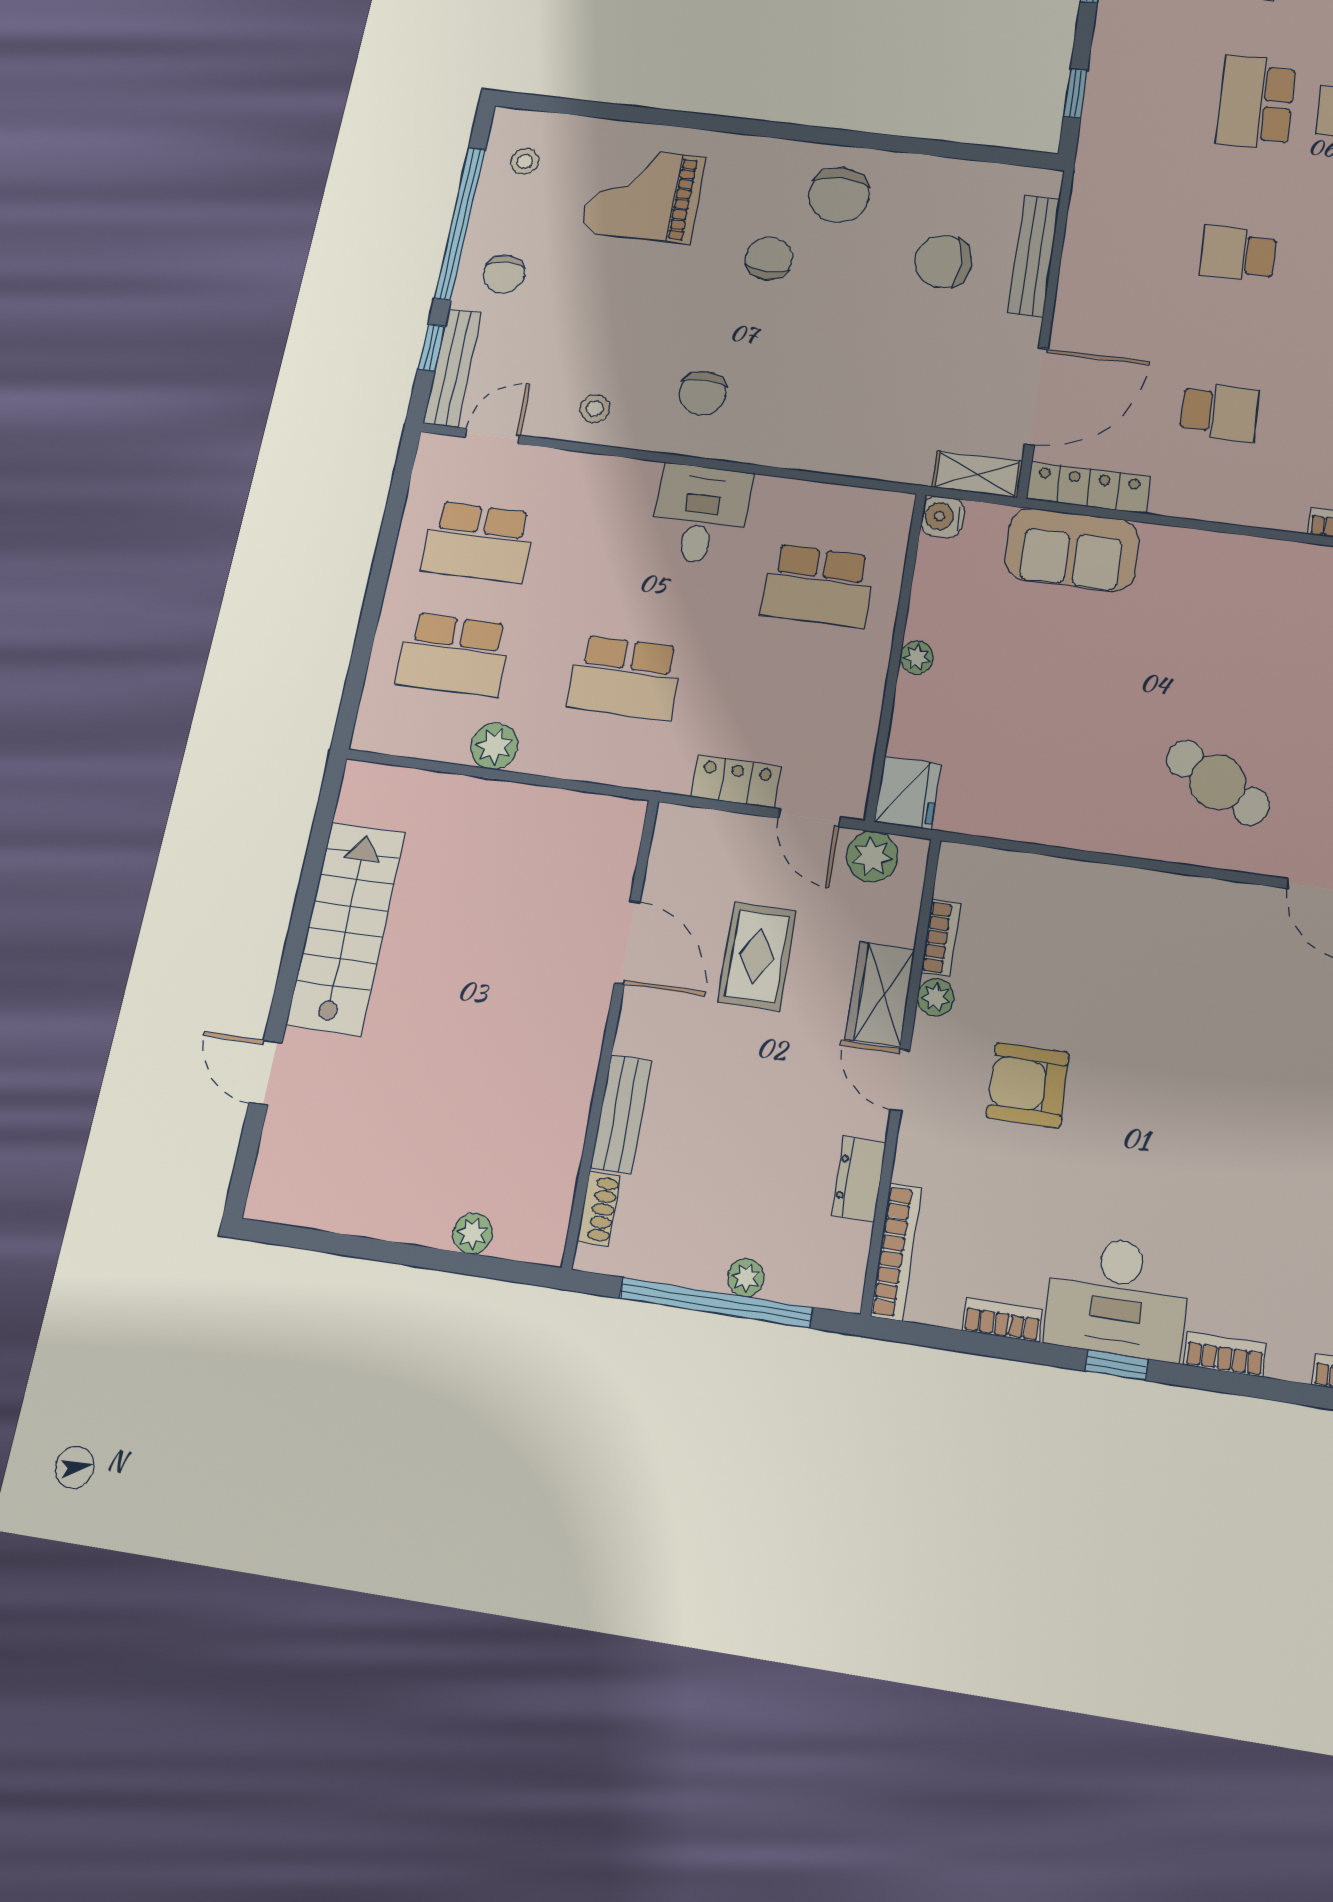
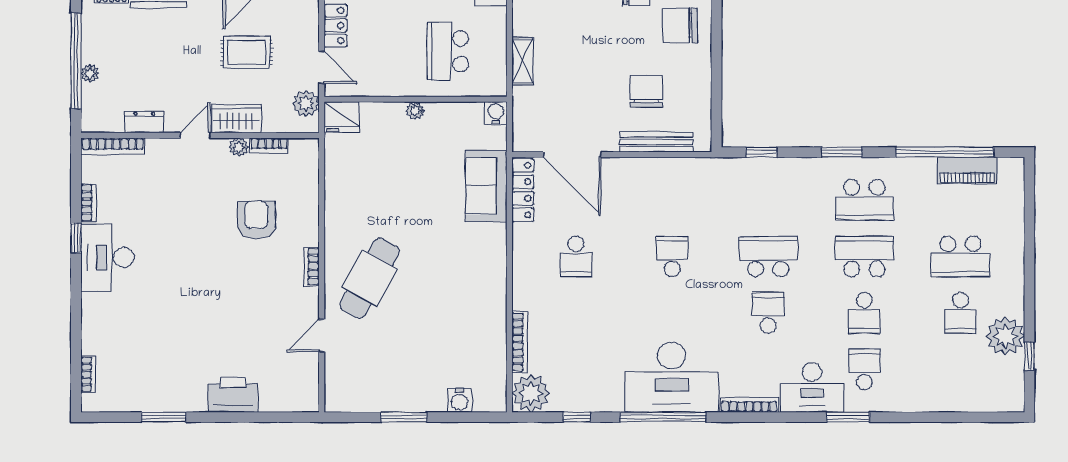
shelving: (977, 474) -> (523, 61), moved
cafe table: (1218, 782) -> (370, 278), width x1.37, depth x1.35
door: (809, 818) -> (322, 67), swing flipped
armchair: (1028, 1085) -> (256, 220), moved
bookcase: (1225, 1354) -> (311, 266), moved, turned 180
window: (1117, 1365) -> (76, 238), moved

